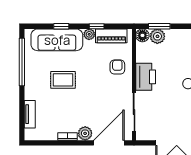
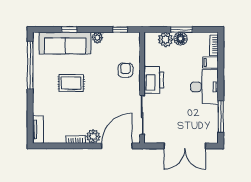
window: (97, 26) -> (120, 30), moved
window: (159, 26) -> (182, 30), moved
floor lamp: (142, 35) -> (180, 39), moved
piano: (111, 36) -> (119, 39), removed
tv unit: (30, 114) -> (38, 130), moved

